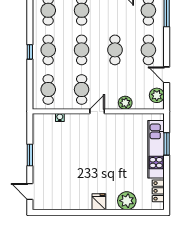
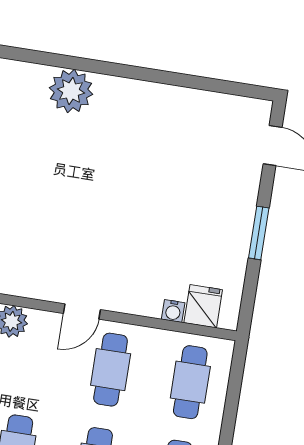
plant: (127, 201) -> (71, 91), moved
fridge: (99, 202) -> (203, 306), moved, turned 180

